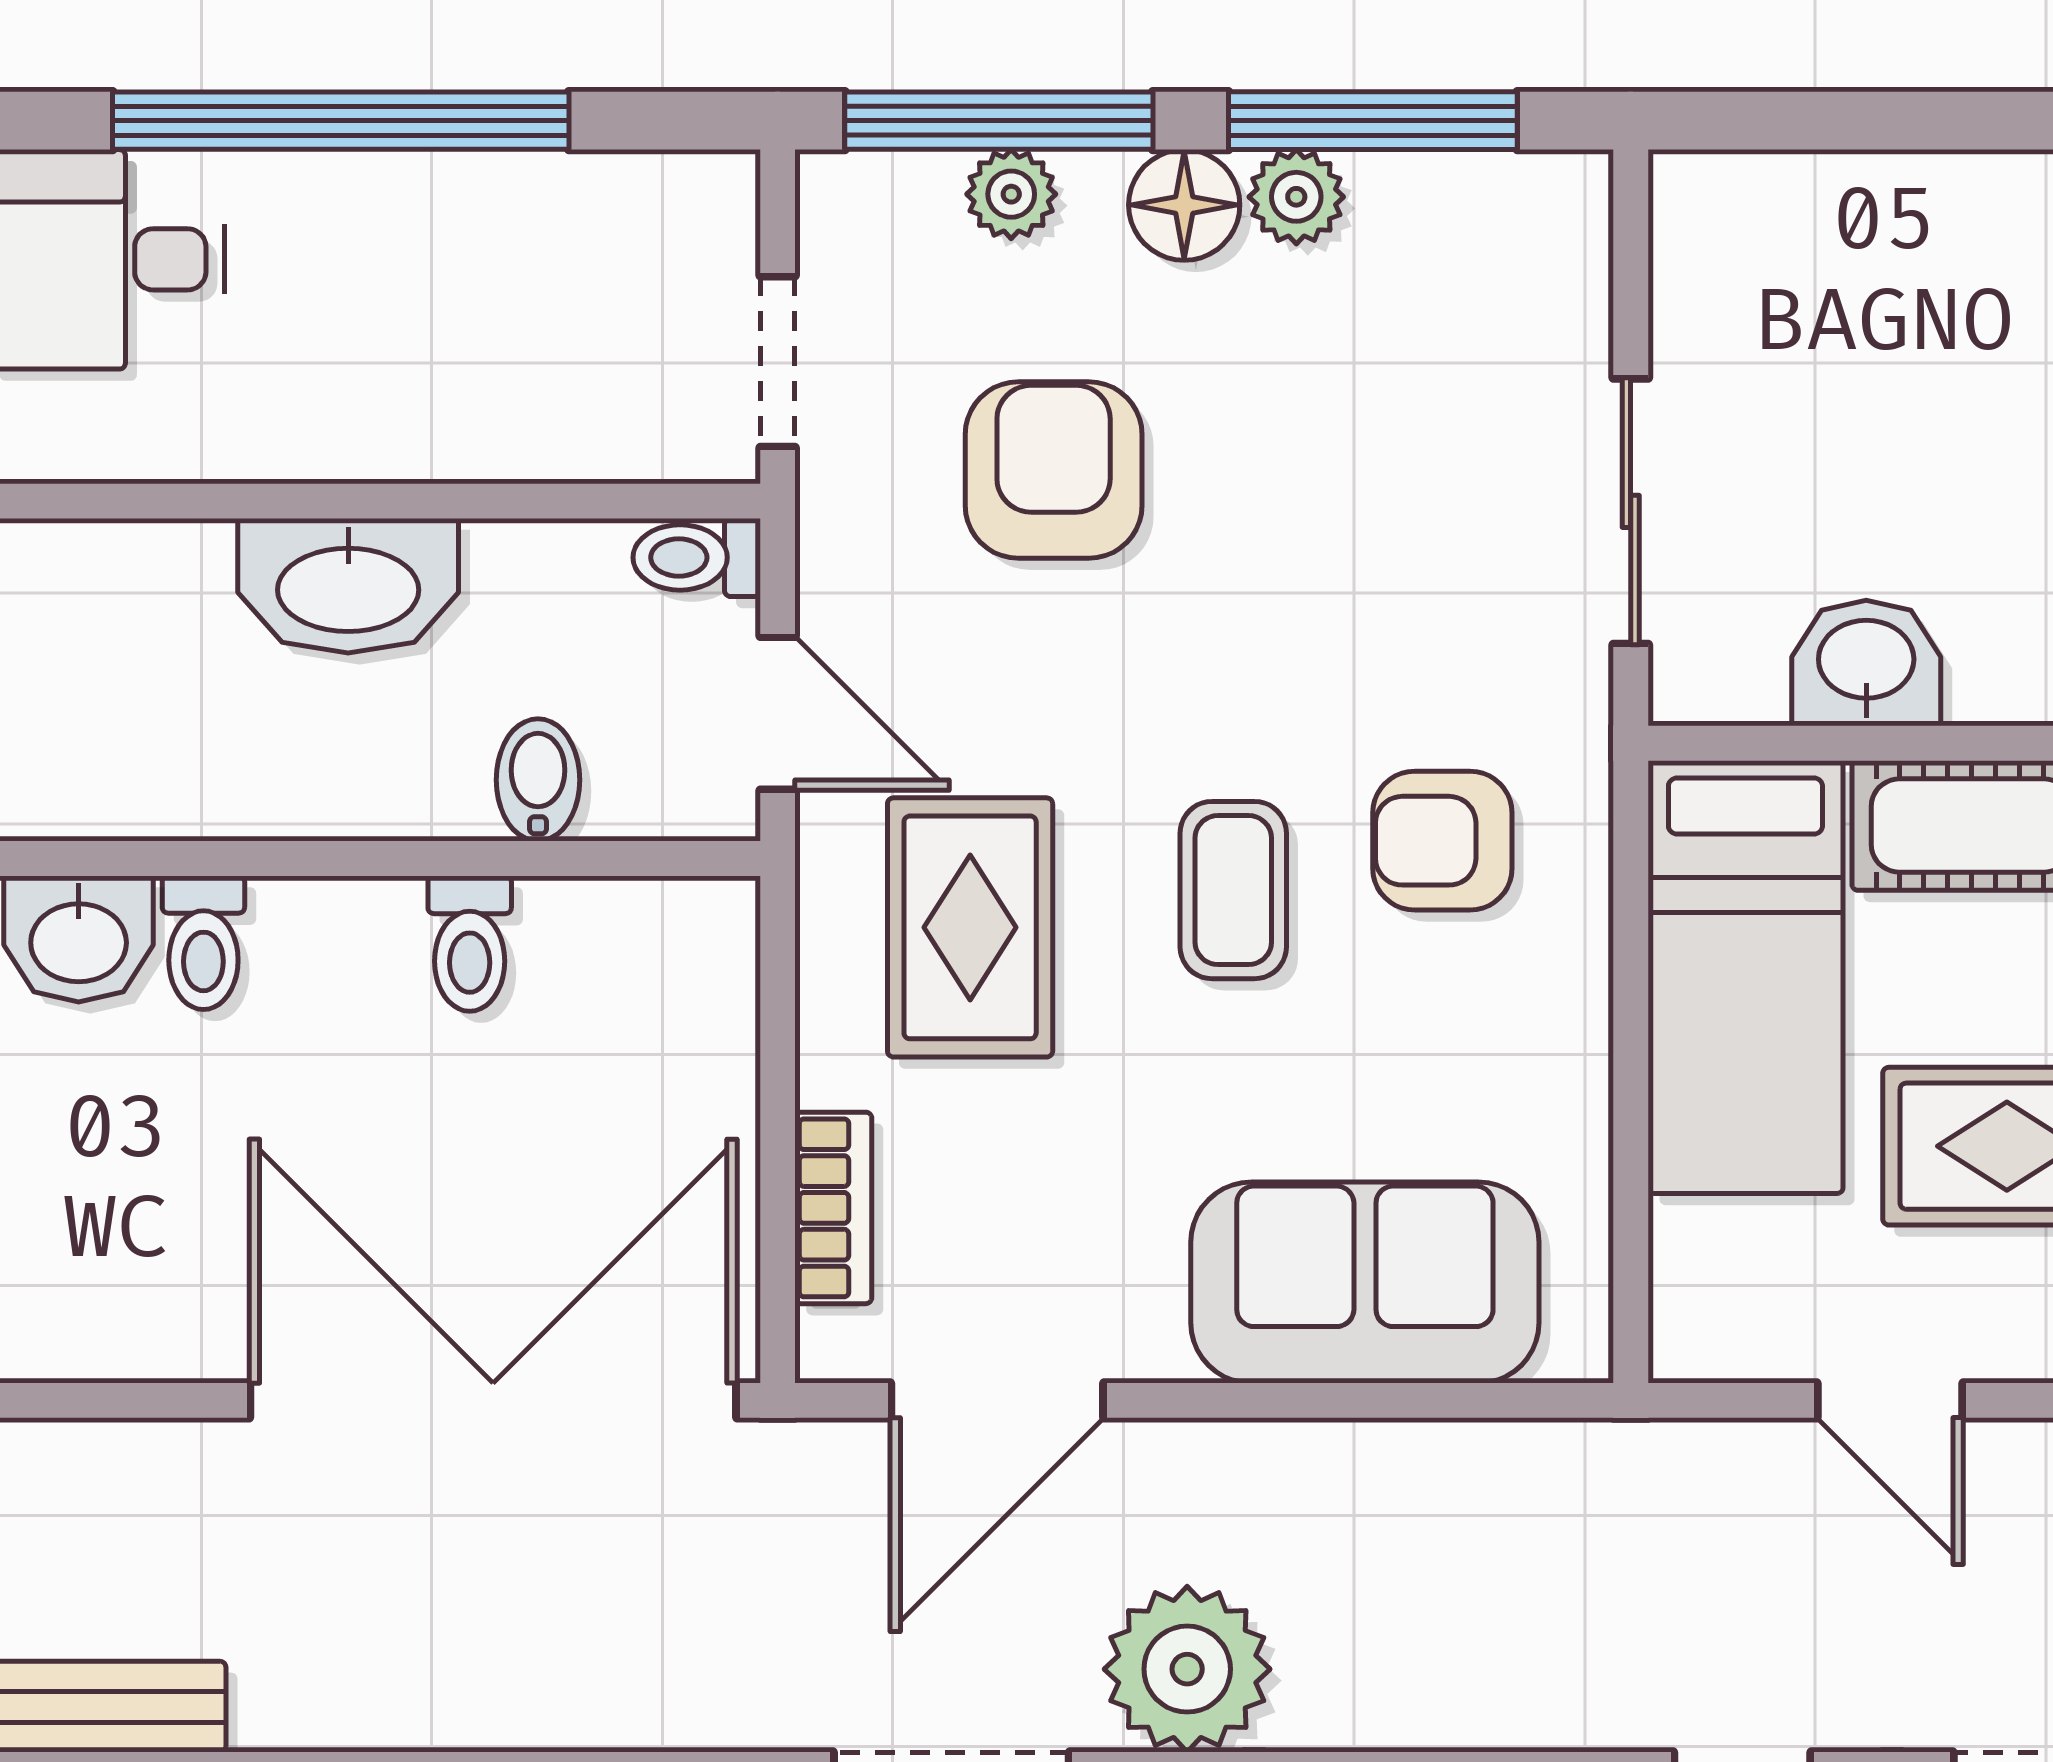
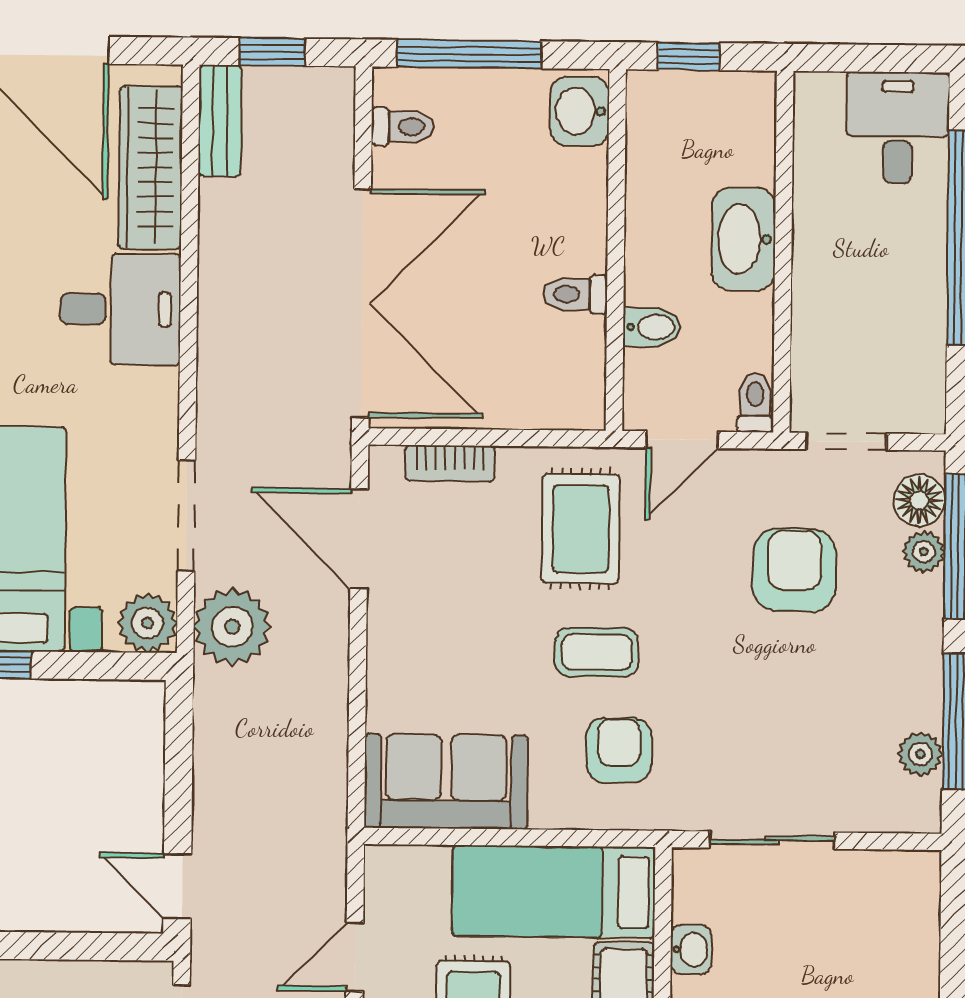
plant: (1296, 197) -> (920, 754), moved
floor lamp: (1184, 205) -> (919, 500), moved
armchair: (1054, 470) -> (794, 570), turned -90
washbasin: (1866, 663) -> (691, 950), width x0.72, depth x0.69
rug: (970, 927) -> (581, 529), turned 90
toilet: (203, 943) -> (403, 127), moved, turned 180
sofa: (1365, 1282) -> (446, 782), moved, turned -90

